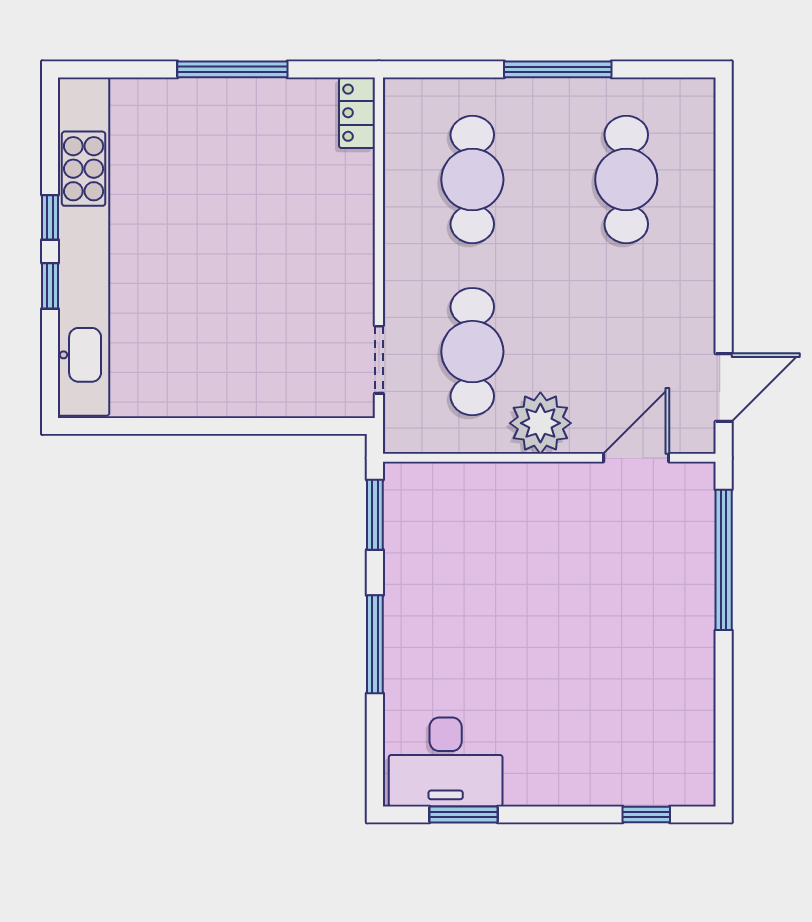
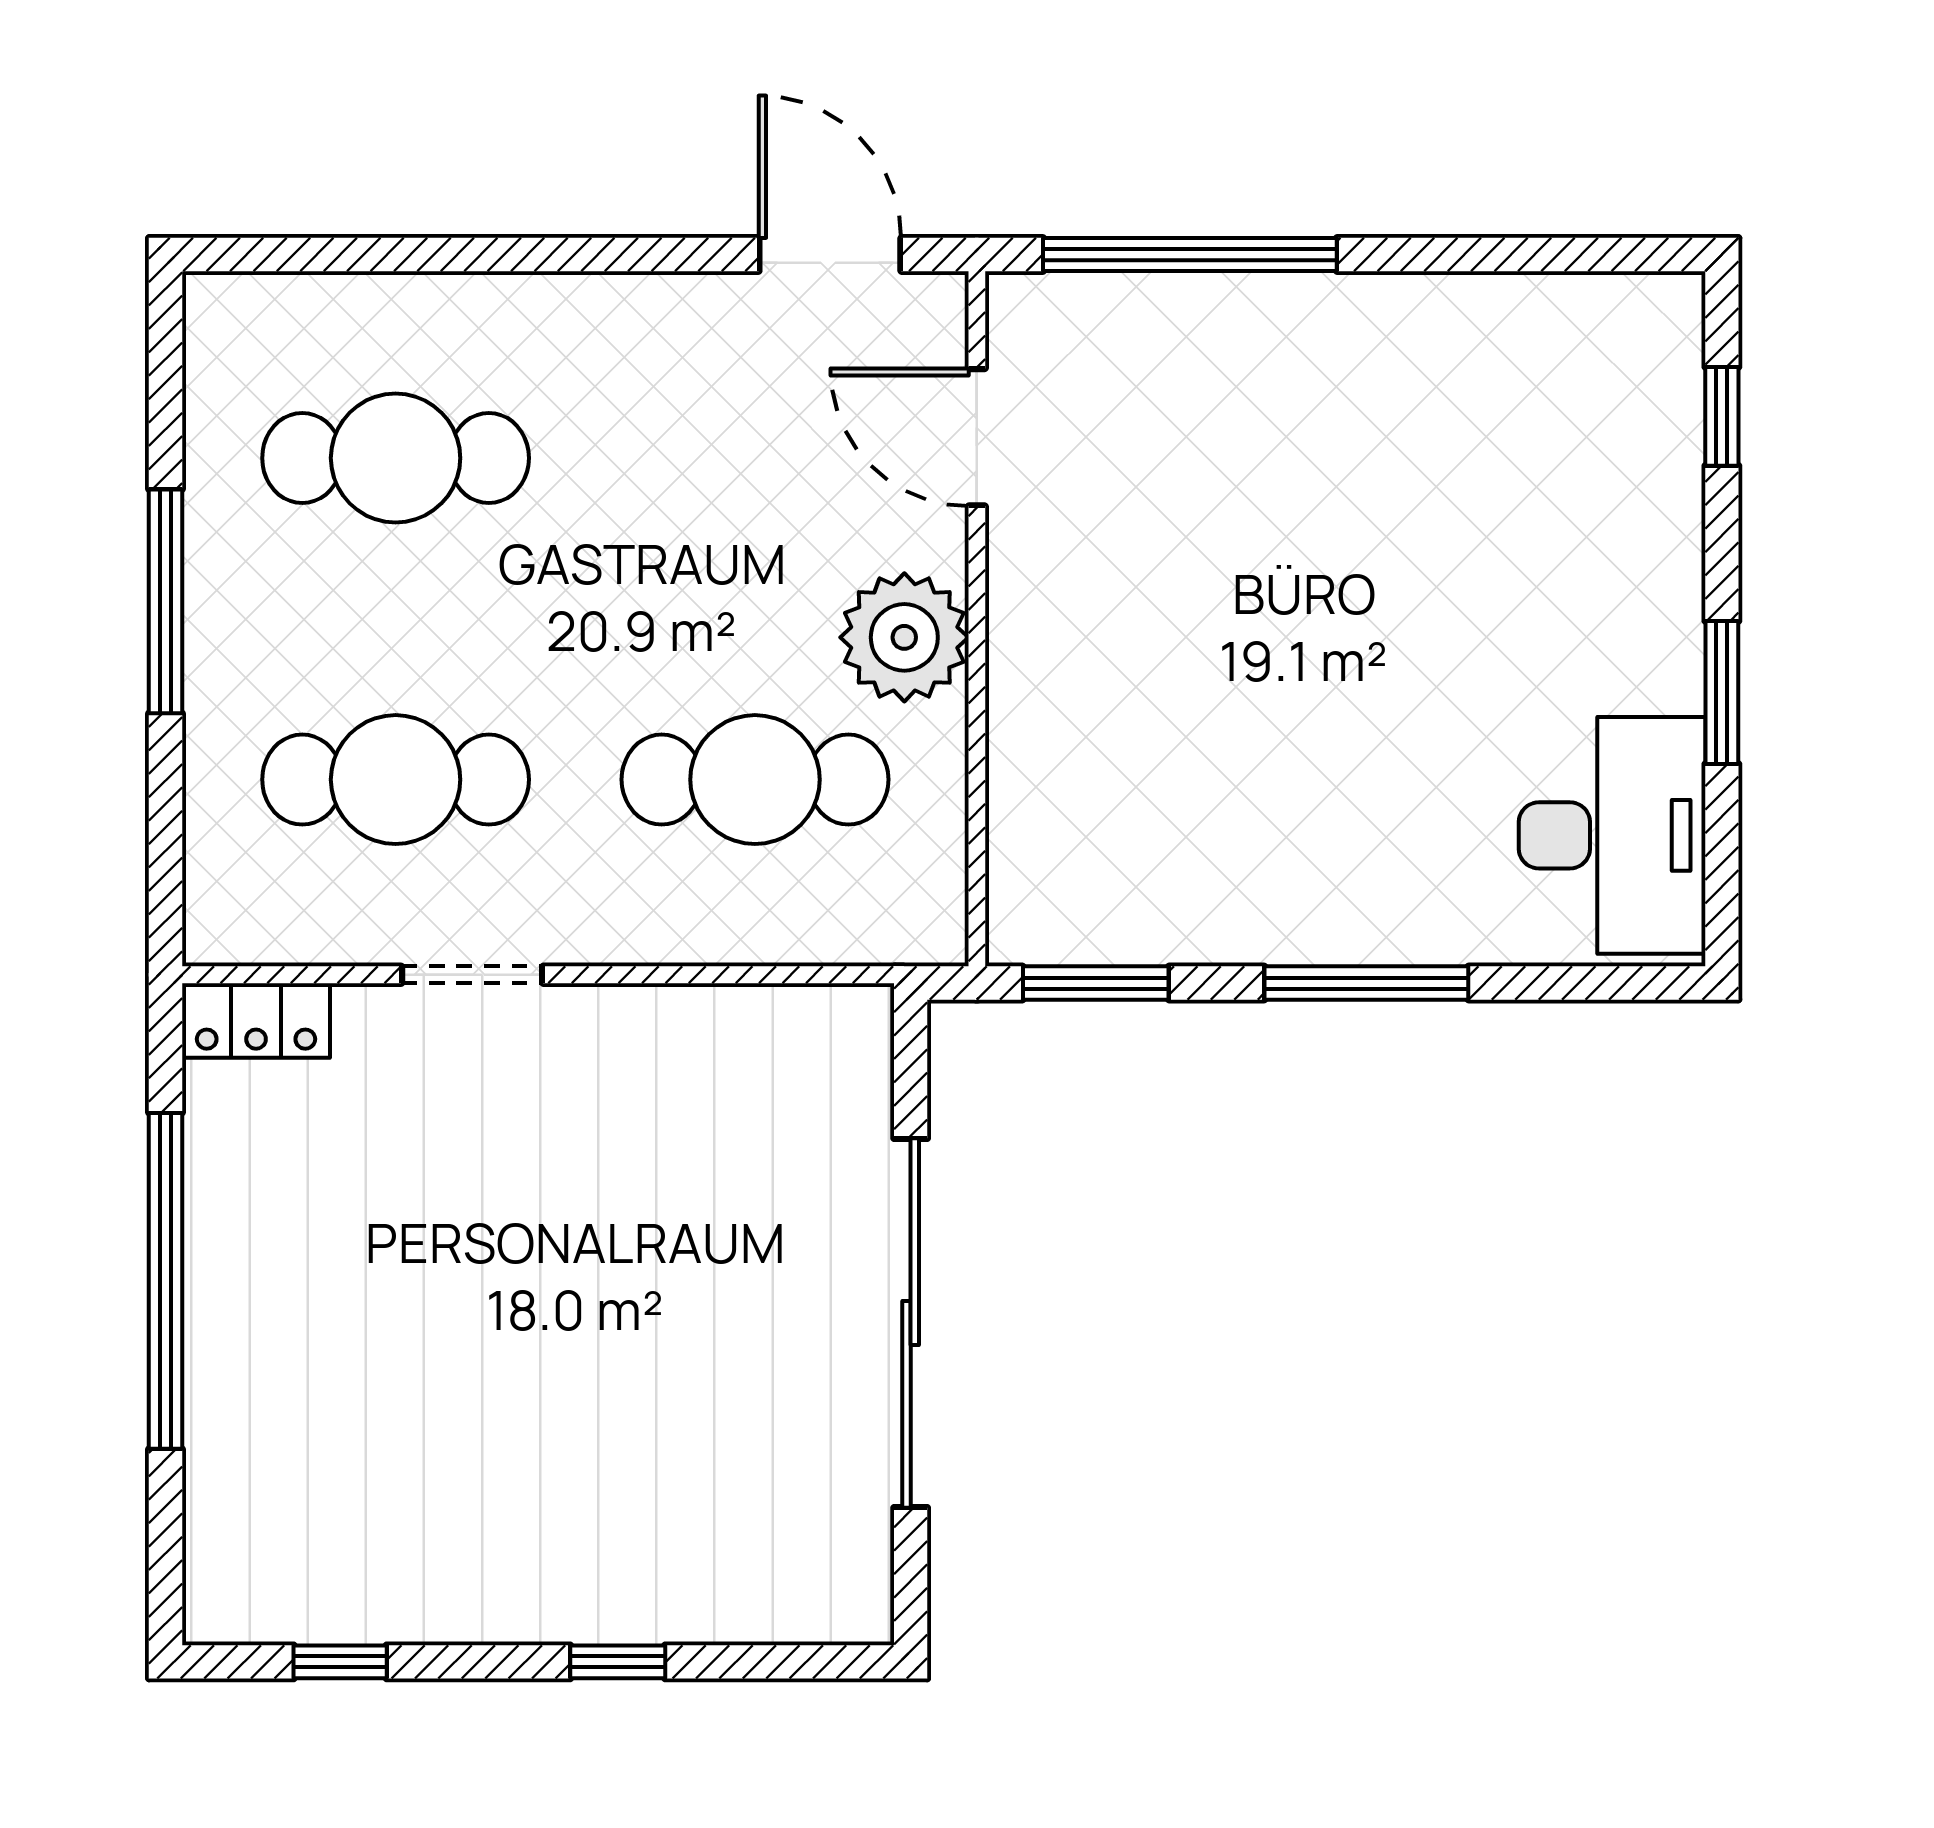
window: (232, 69) -> (165, 1281), width x1.46
window: (50, 217) -> (340, 1662), moved
kitchen unit: (84, 247) -> (536, 1592), removed
doorway: (379, 360) -> (472, 975), moved
sliding door: (212, 426) -> (911, 1323), added
window: (464, 814) -> (1722, 692), moved

